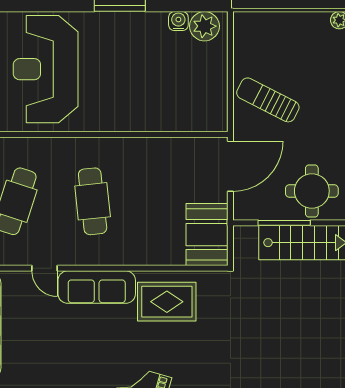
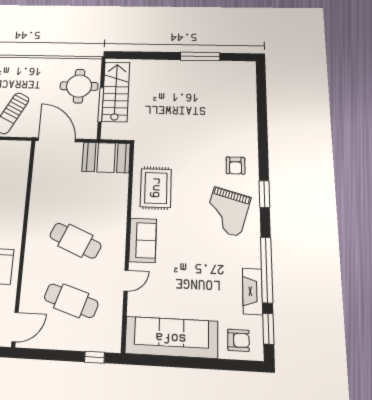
cafe table: (93, 201) -> (75, 241), turned 30
sofa: (97, 287) -> (143, 240), width x0.73

